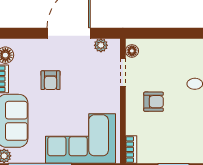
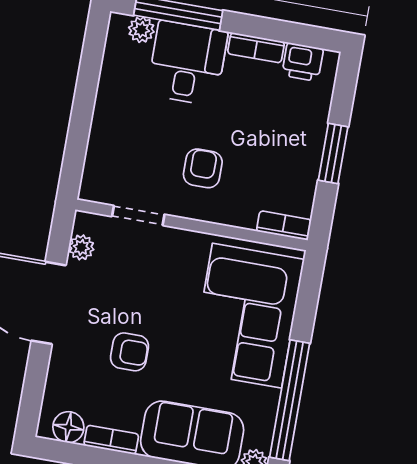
floor lamp: (132, 51) -> (102, 192), removed

